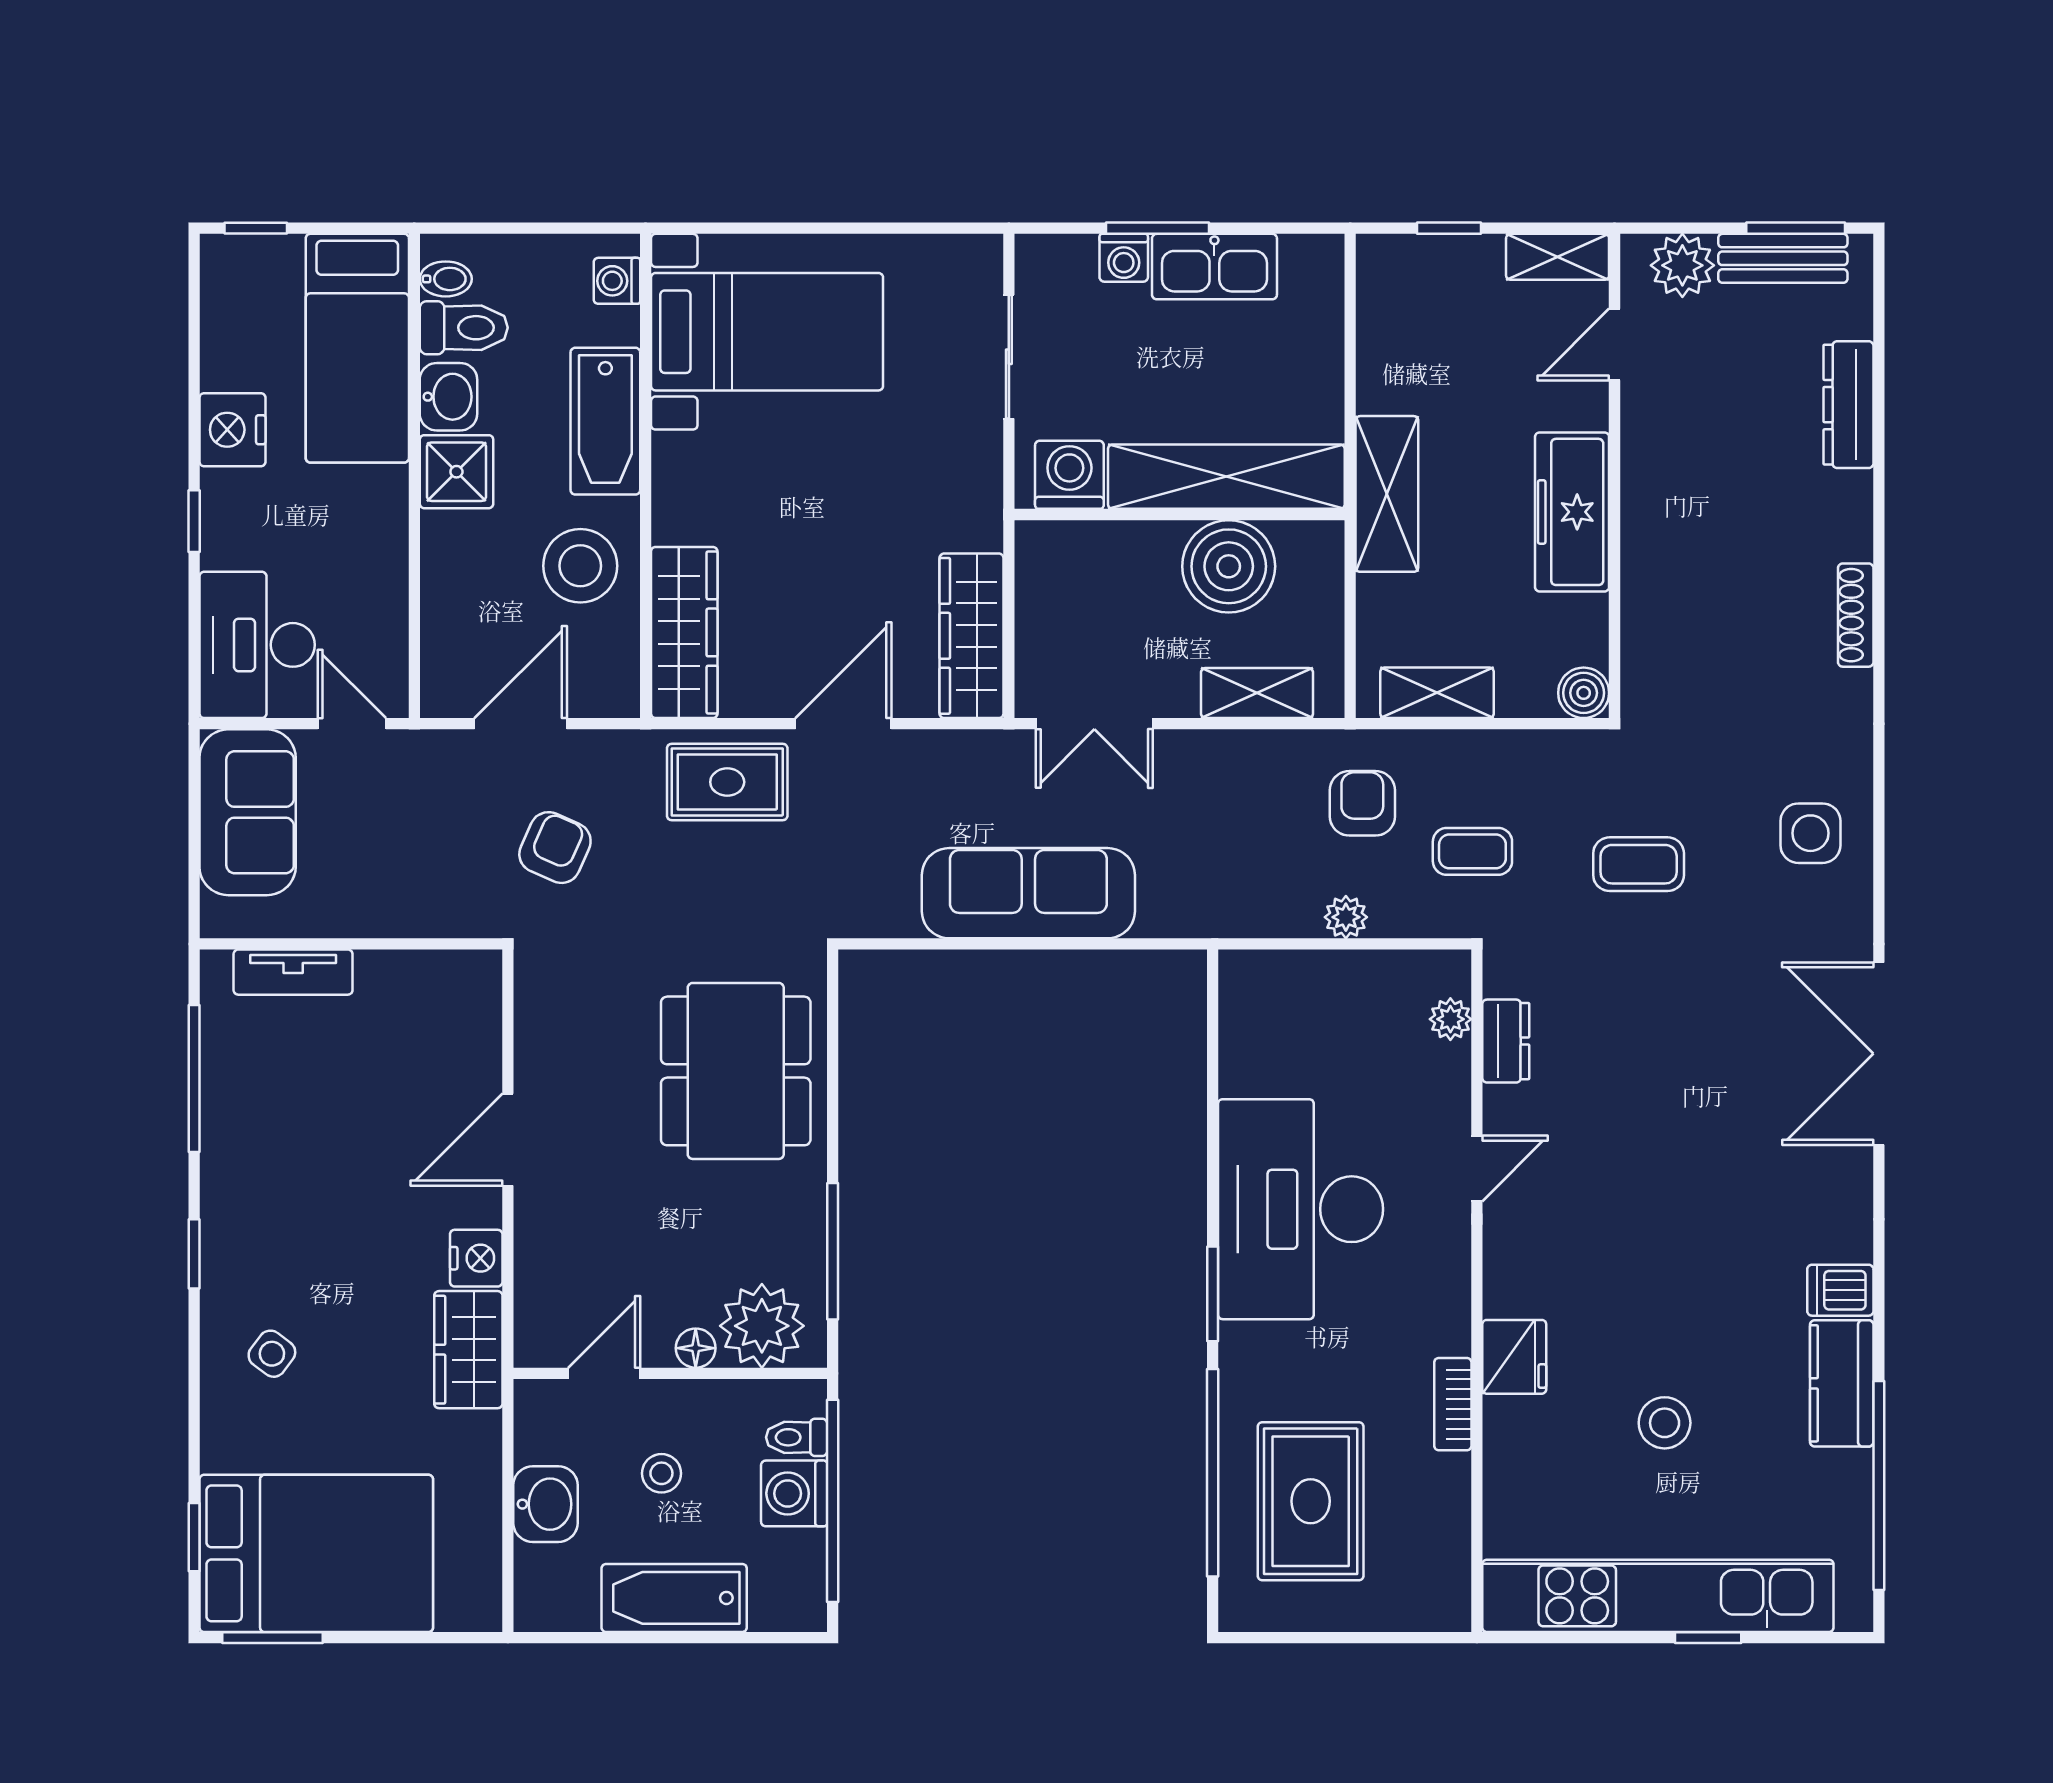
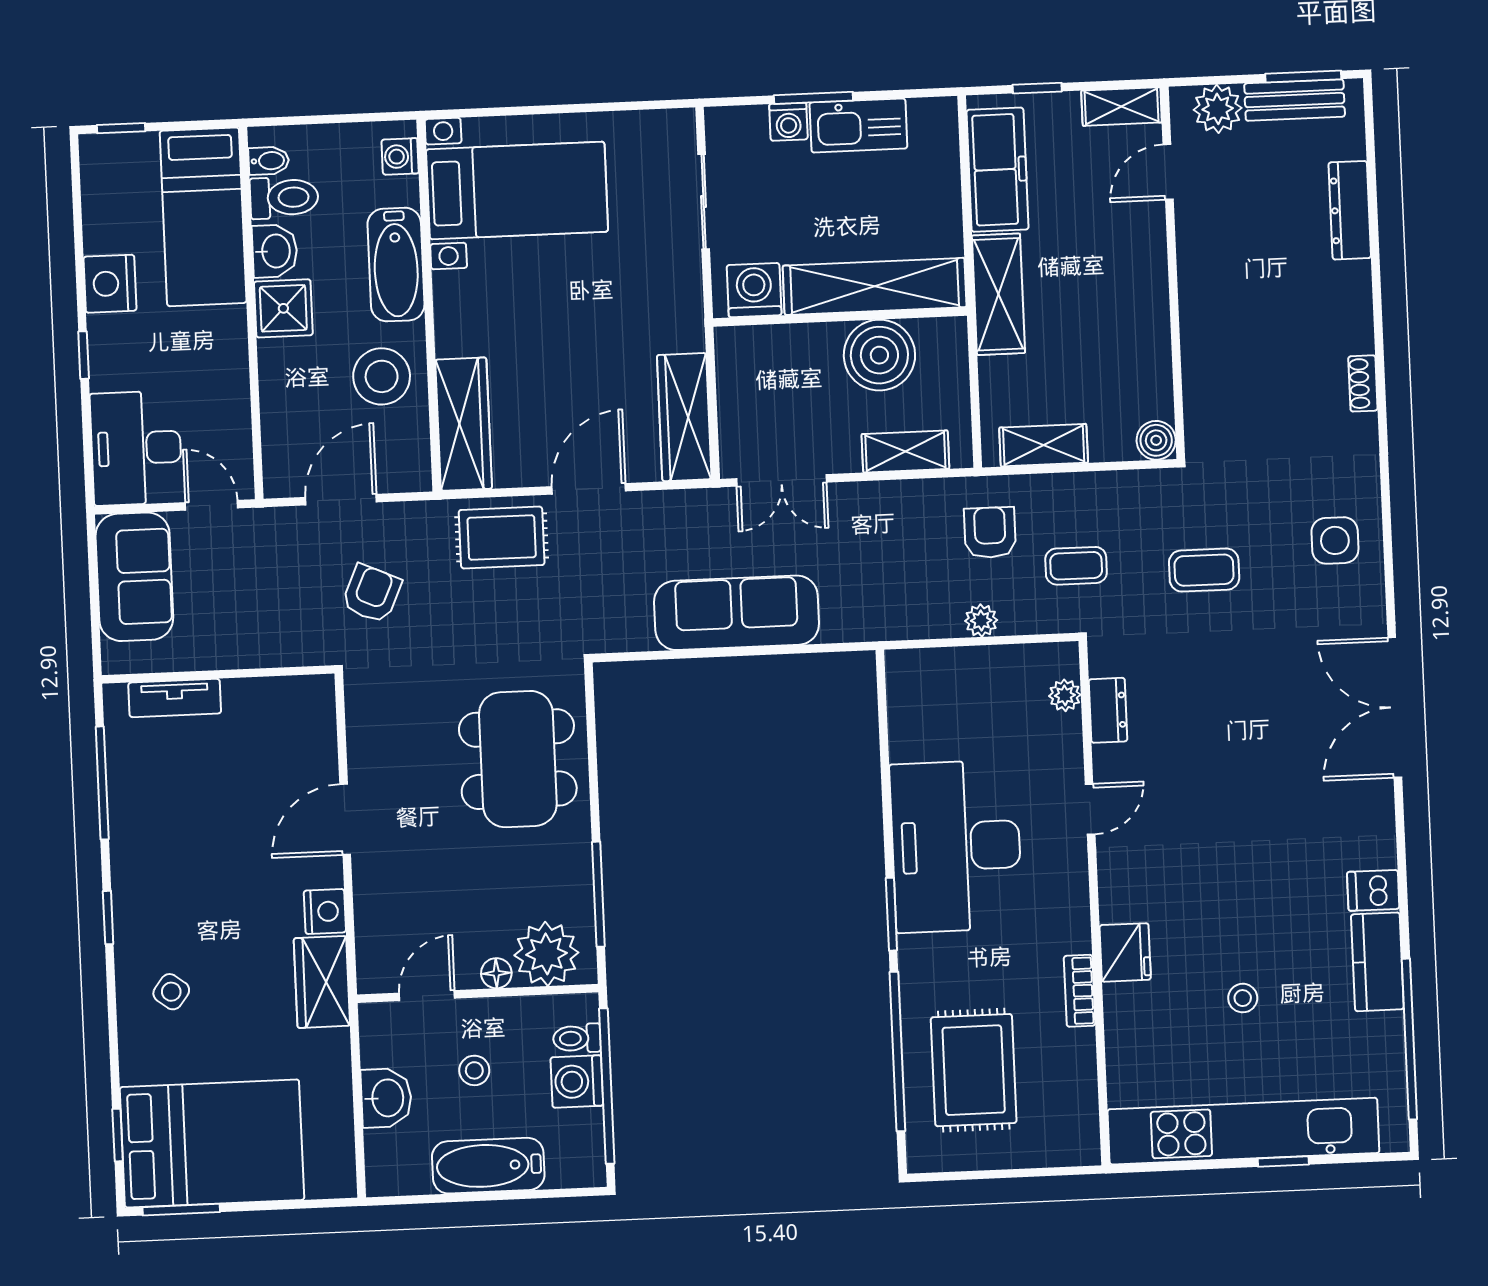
freezer: (1572, 512) -> (997, 170), moved, turned 180
shoe rack: (1856, 615) -> (1363, 383), width x0.70
stool: (1665, 1423) -> (1243, 998), width x0.73, depth x0.73

